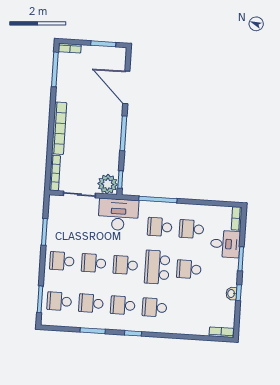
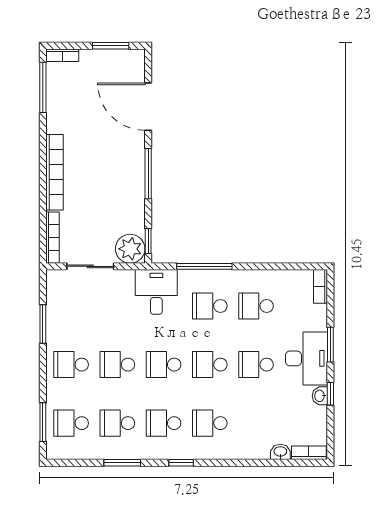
desk: (118, 215) -> (156, 292), width x0.73
desk: (225, 244) -> (306, 358), moved, width x1.37
school desk: (157, 267) -> (210, 365), width x0.54
washbasin: (202, 330) -> (280, 452), added

